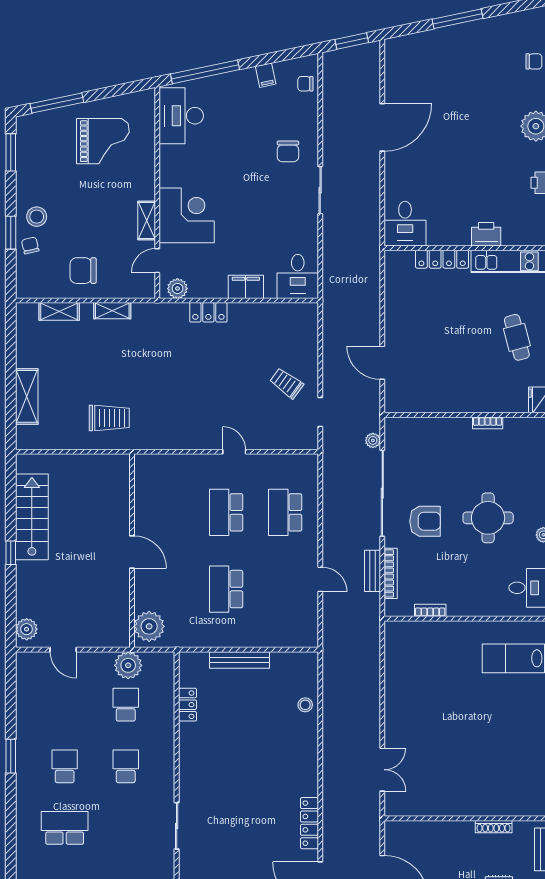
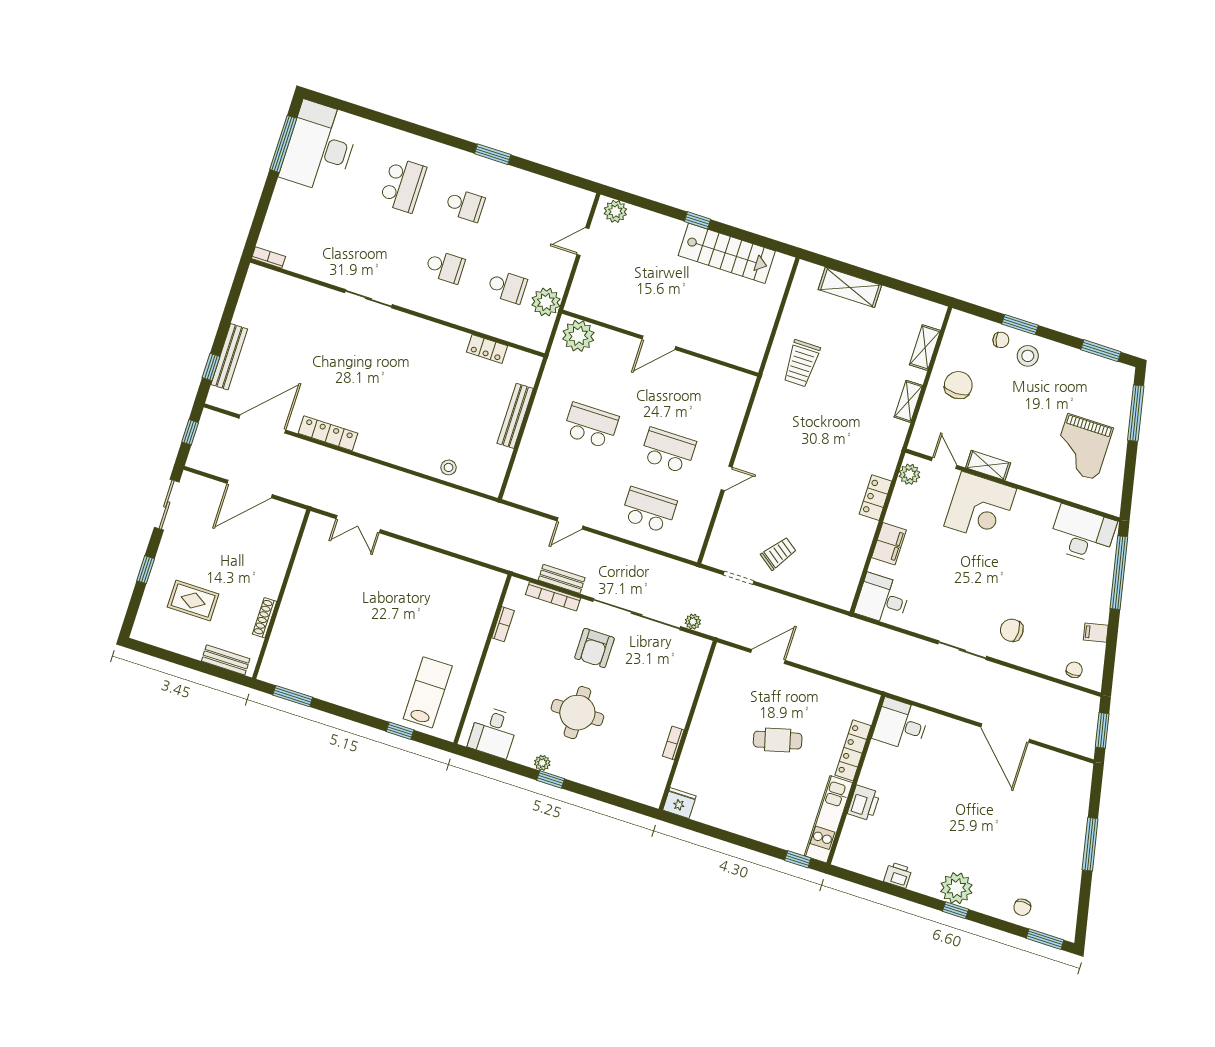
cafe table: (517, 337) -> (778, 740), moved

